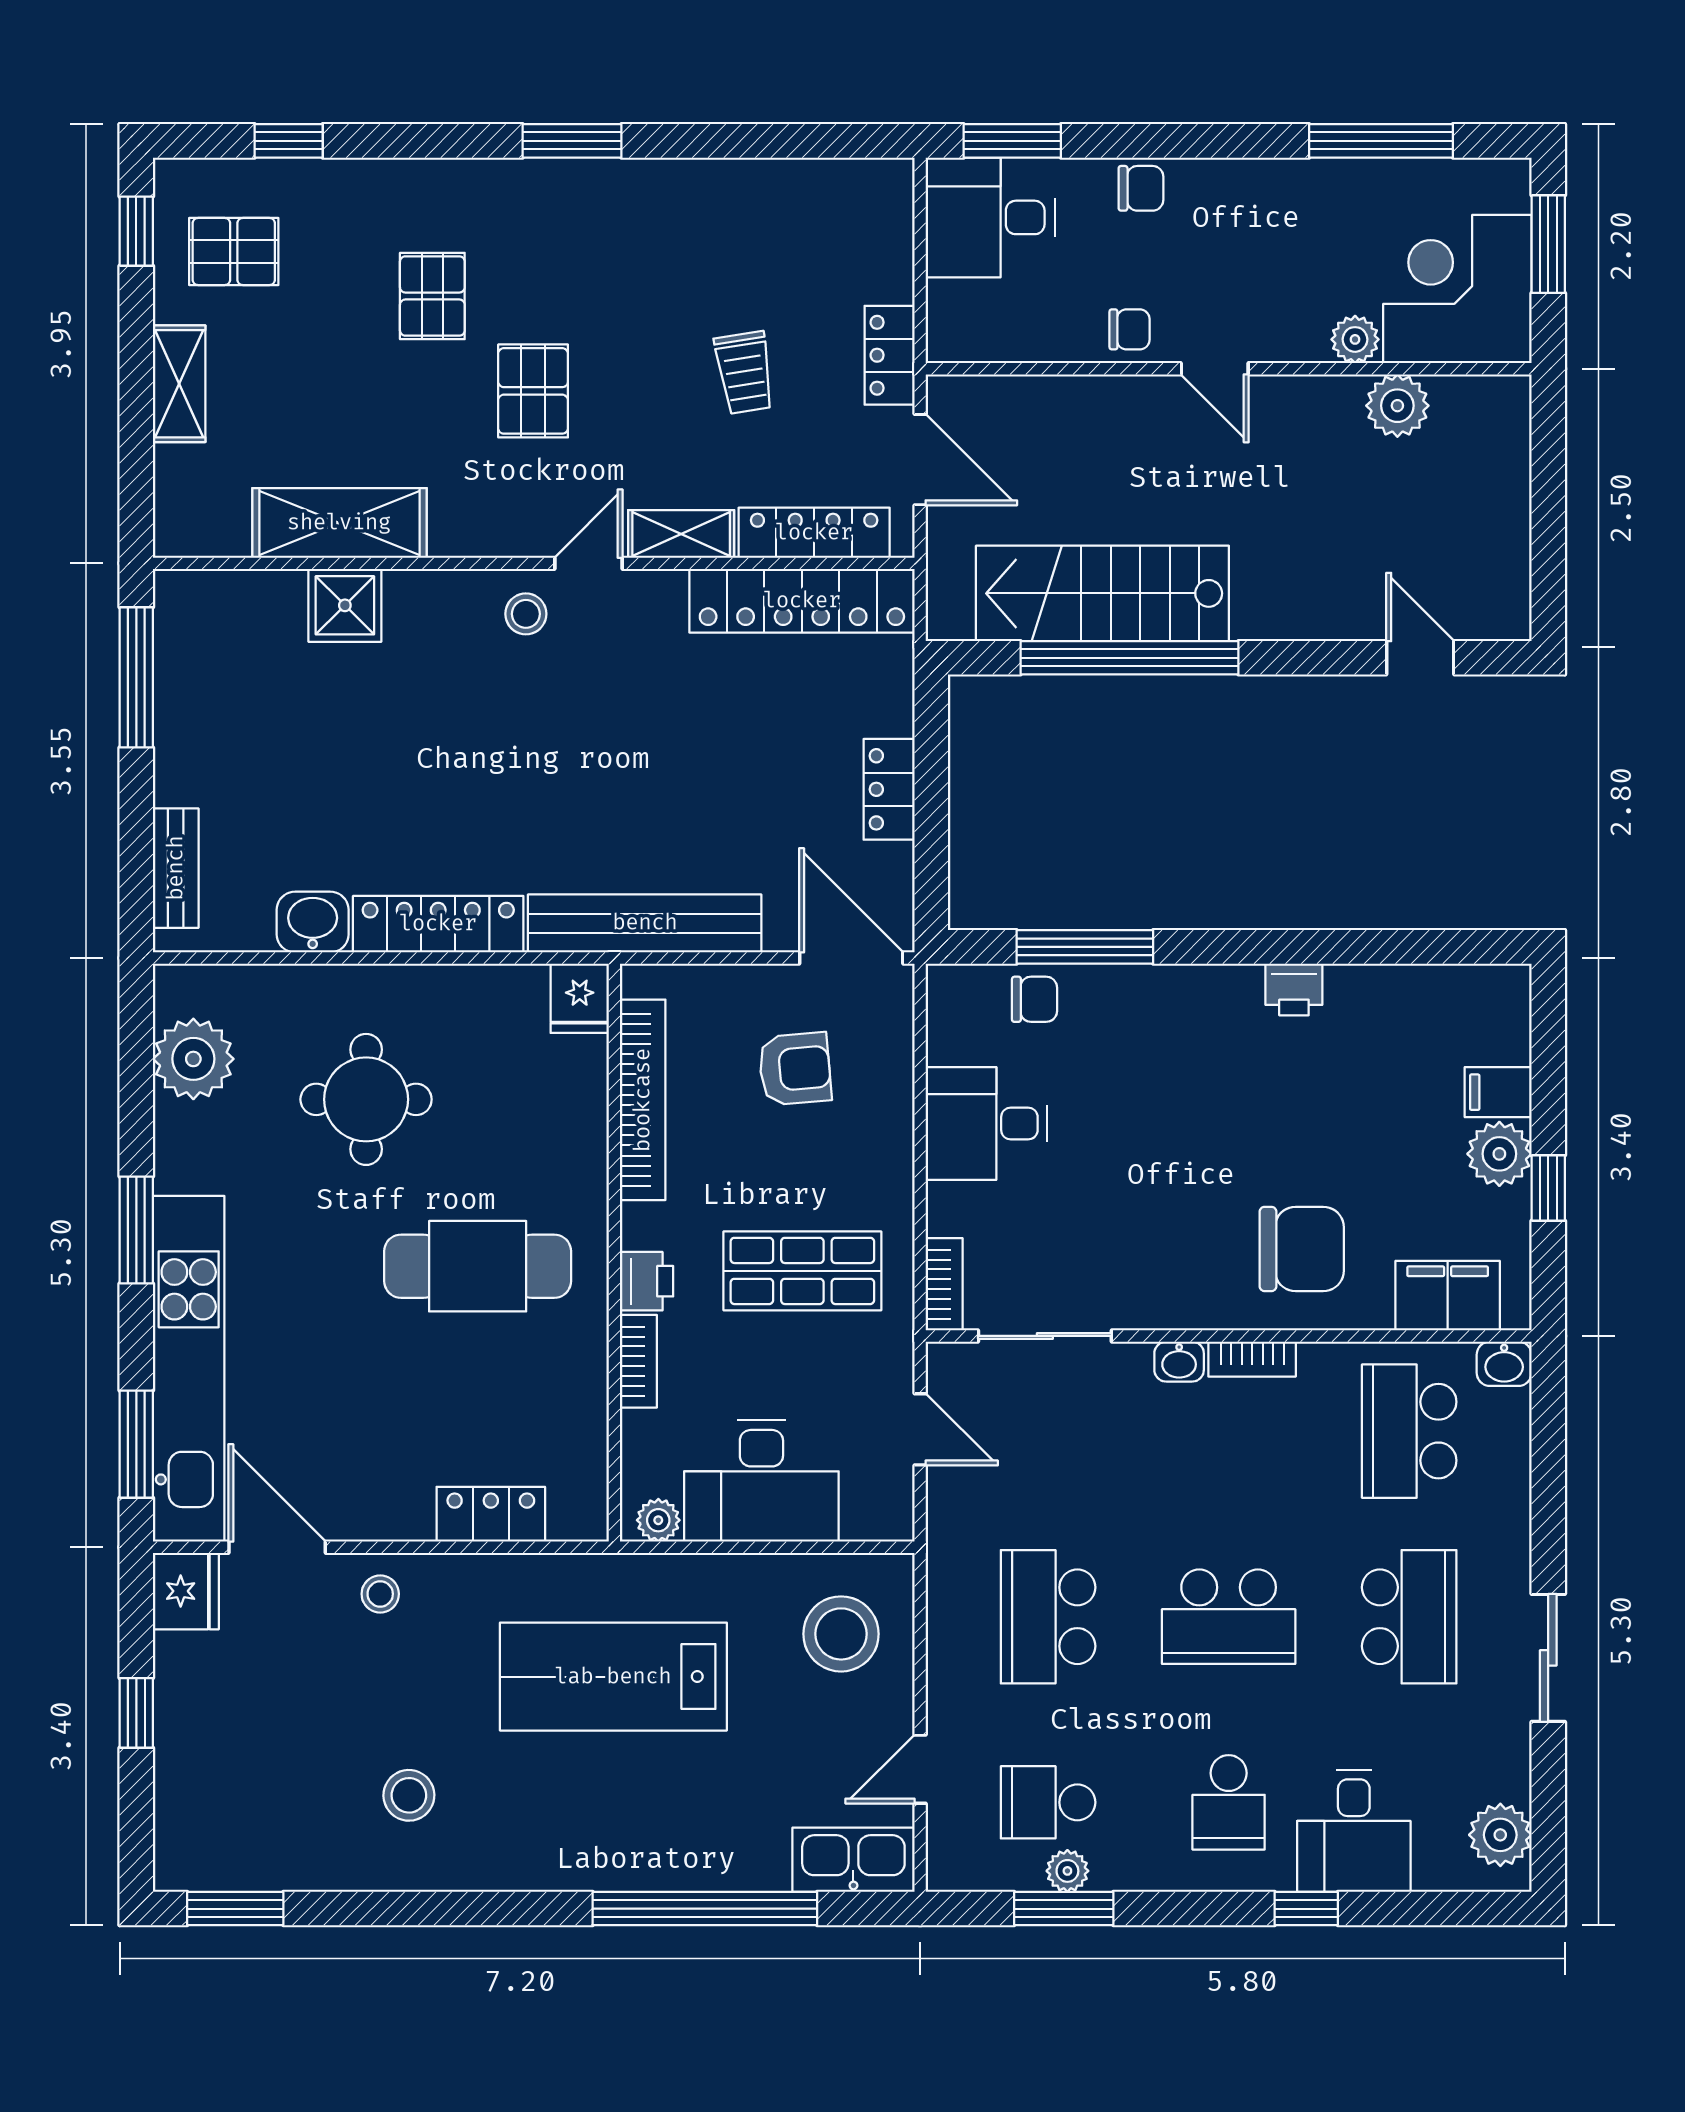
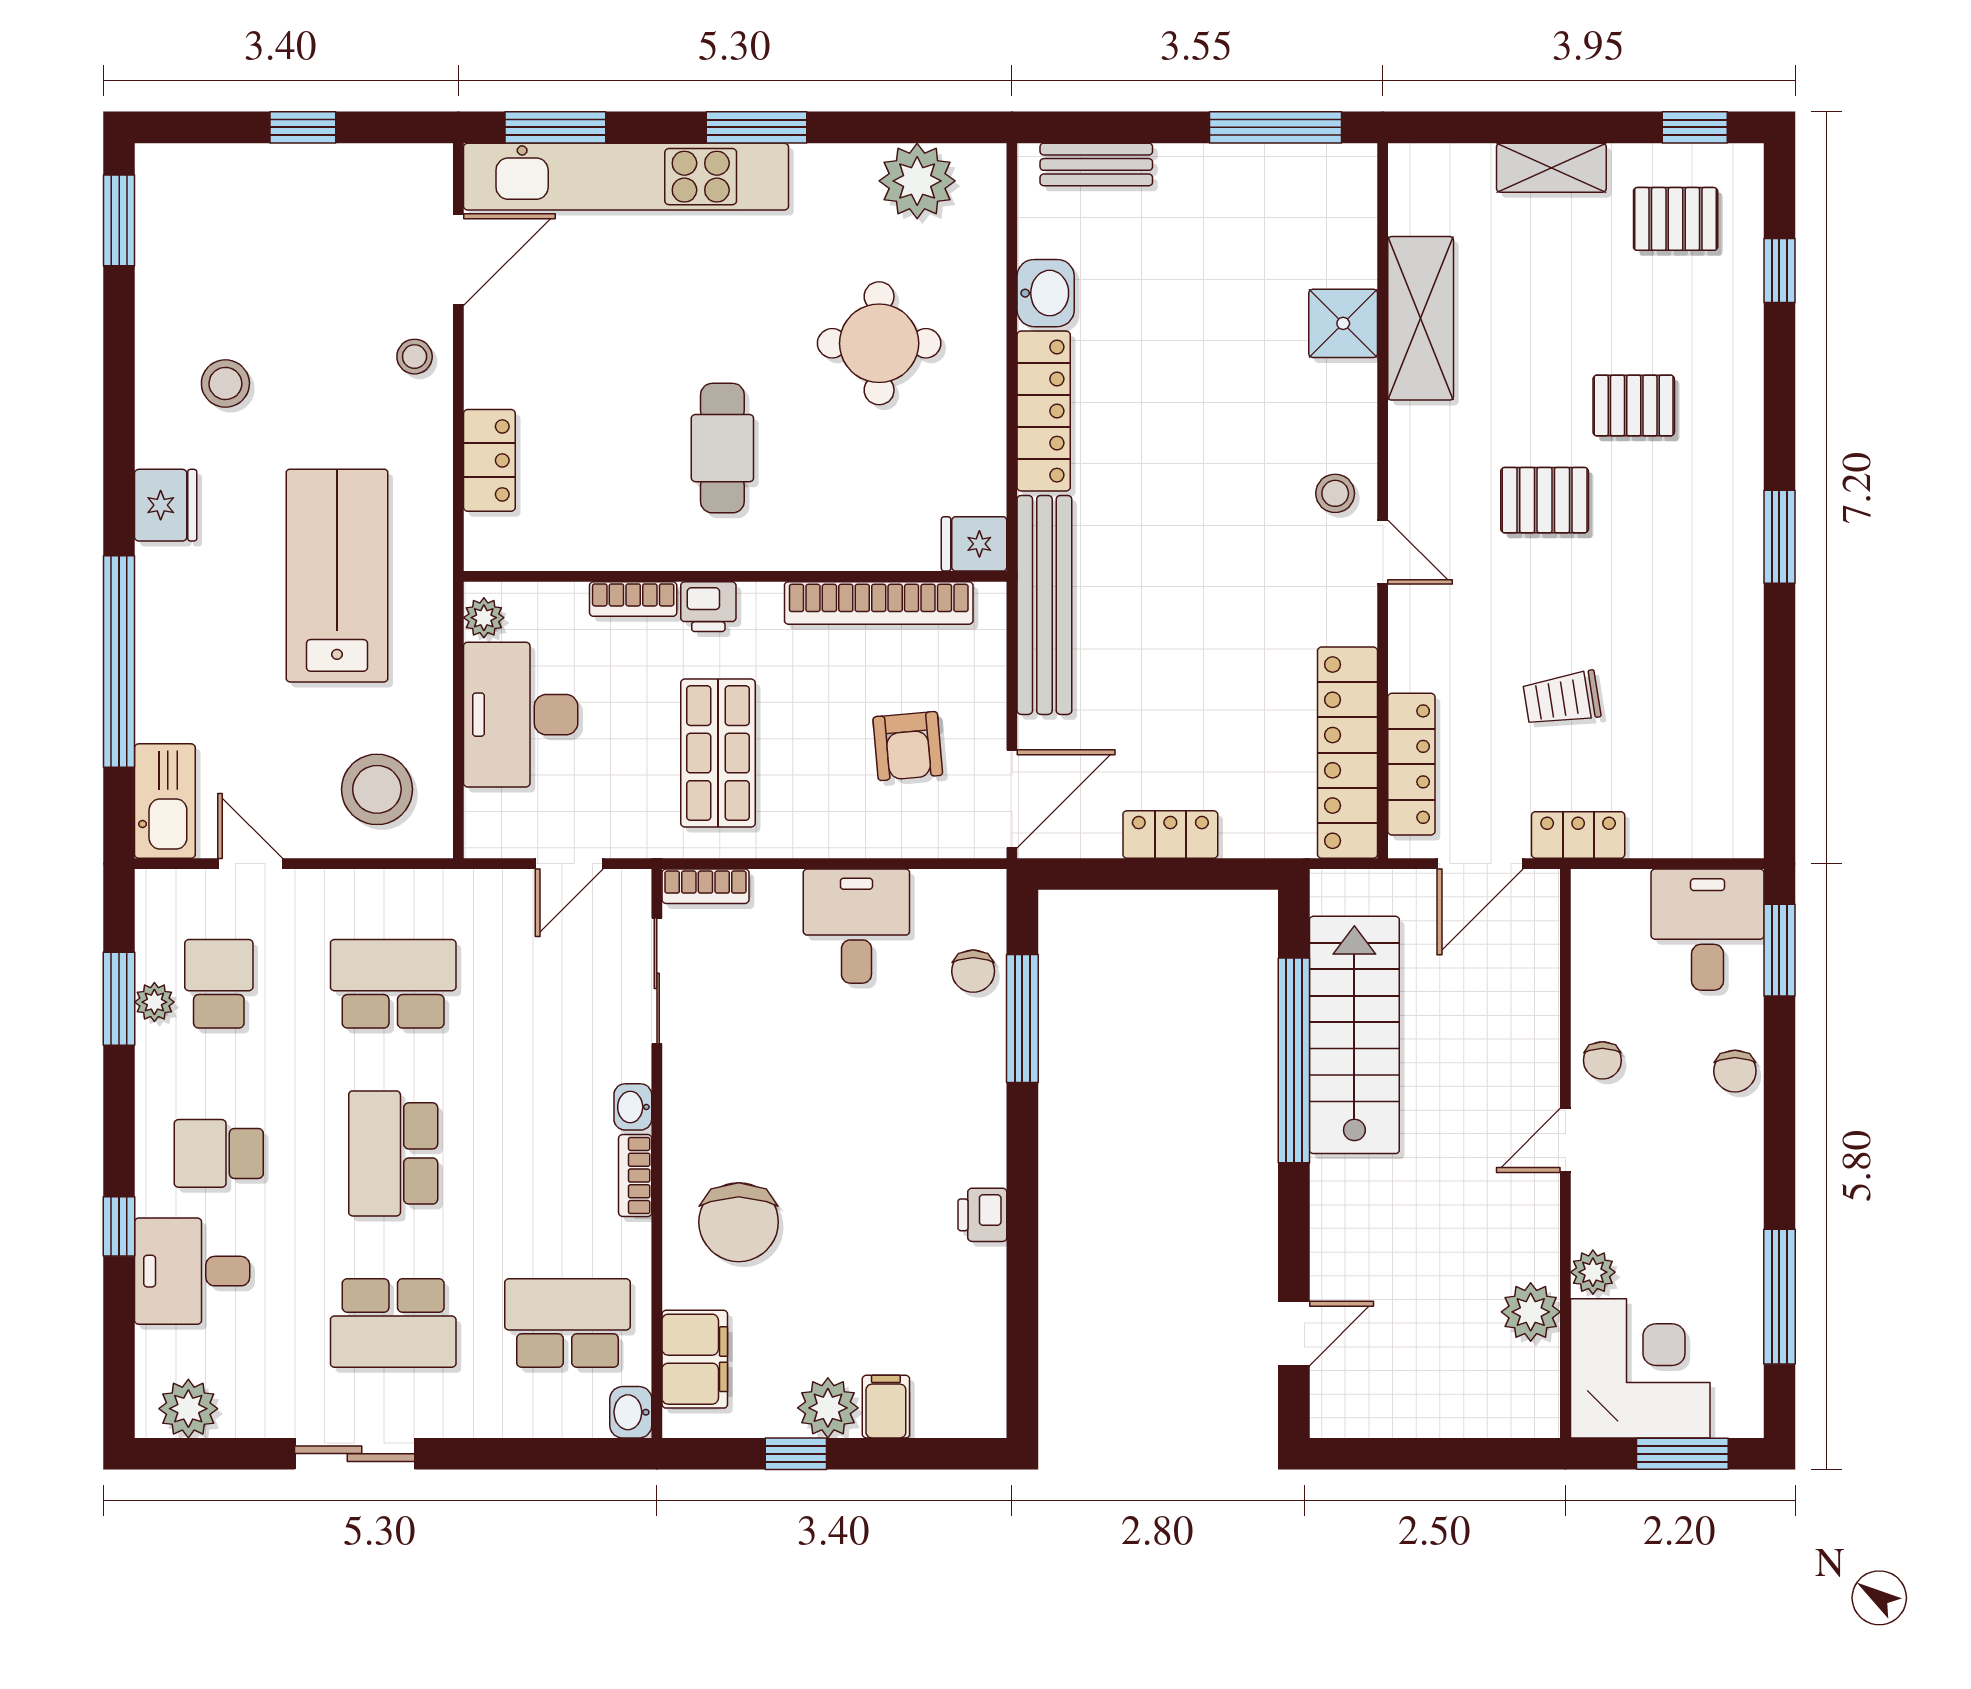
pallet: (234, 252) -> (1676, 219), turned 90
shelving: (681, 534) -> (1410, 639), removed
cafe table: (478, 1266) -> (722, 448), width x0.73, depth x0.74
fridge: (186, 1591) -> (166, 505), moved, turned -90

